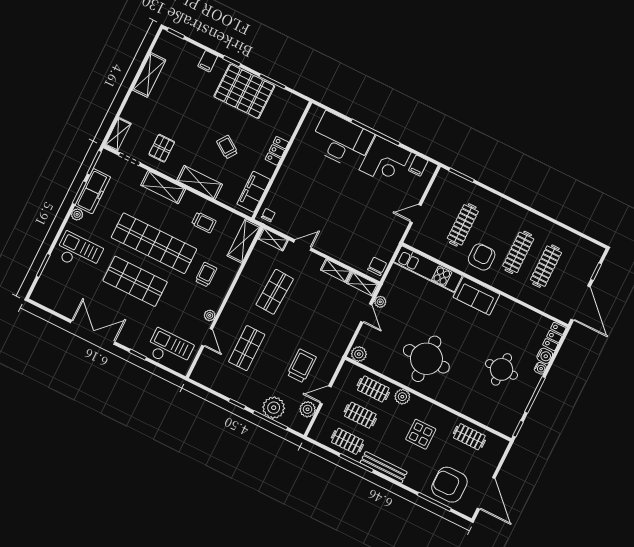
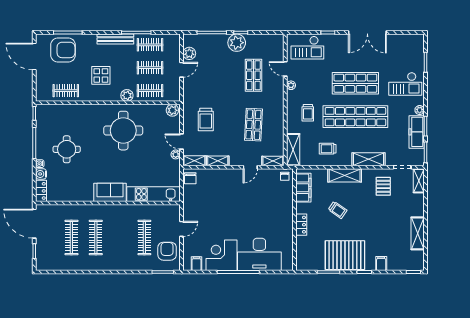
armchair: (482, 257) -> (167, 251), moved, turned 180
trolley: (302, 366) -> (206, 120), moved
plant: (274, 408) -> (237, 43), moved

